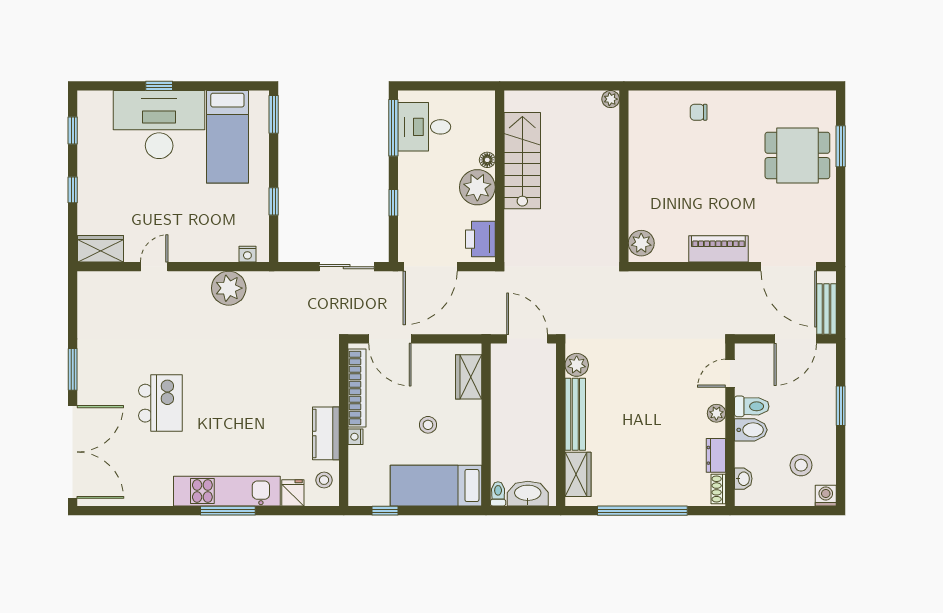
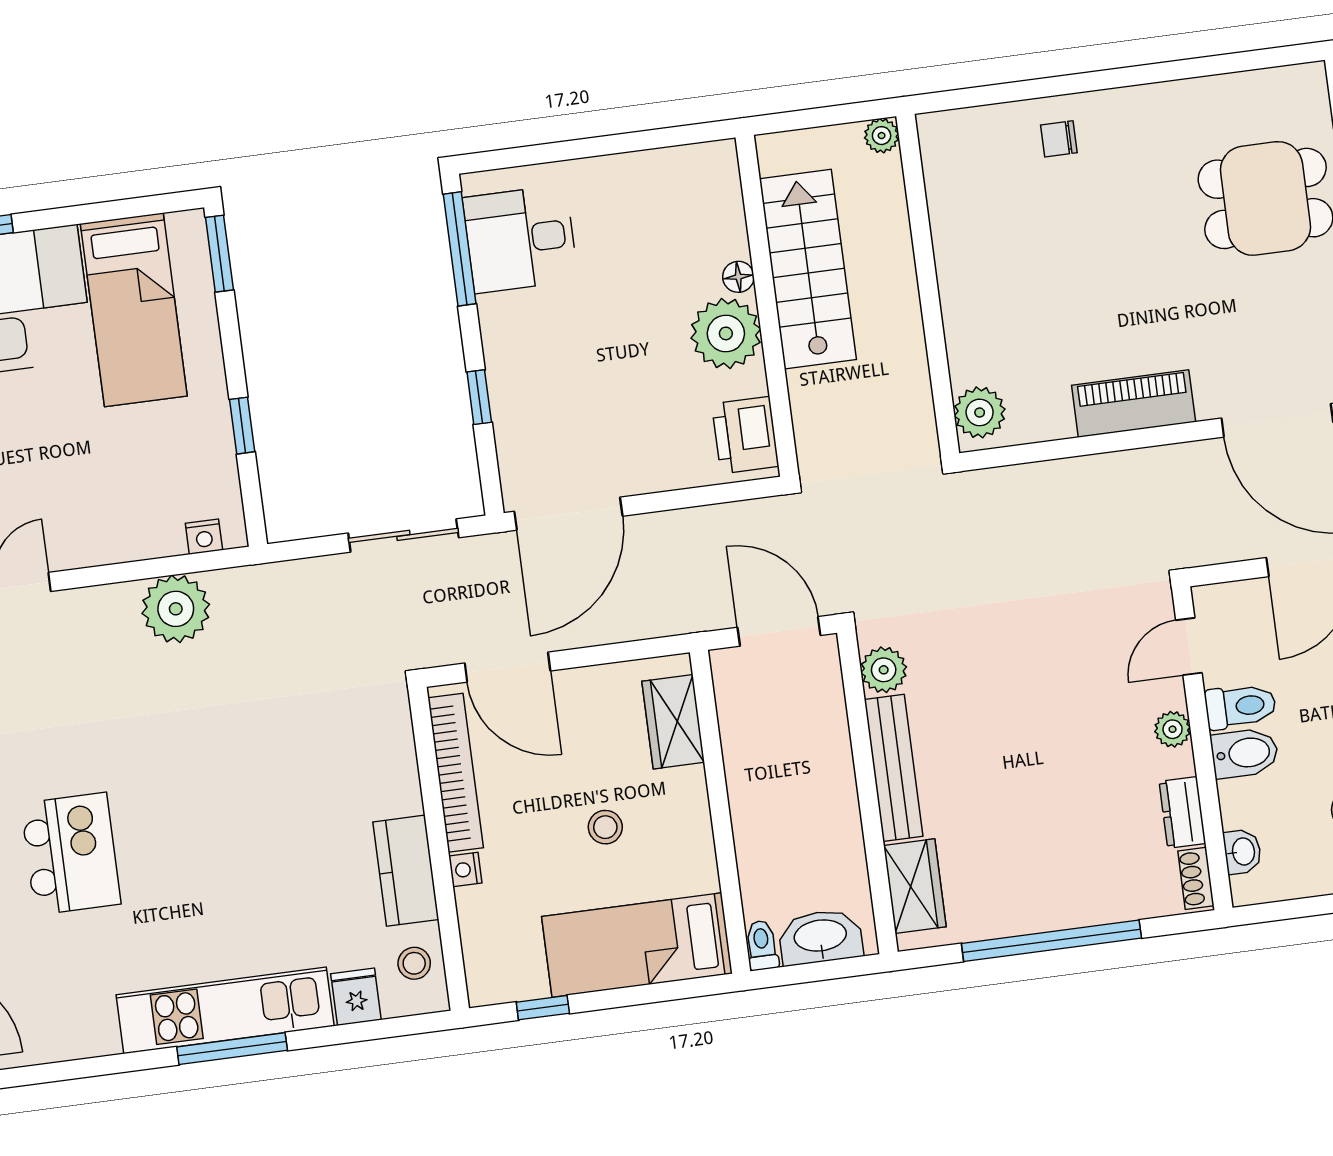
floor lamp: (487, 160) -> (738, 277), moved
stairs: (522, 161) -> (808, 269), moved
wall: (500, 176) -> (767, 306), moved
plant: (477, 187) -> (726, 333), moved
printer: (480, 239) -> (745, 435), moved

